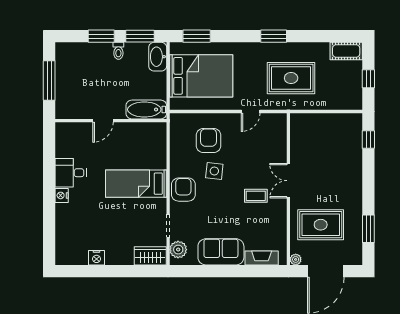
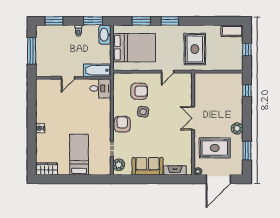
window: (101, 36) -> (54, 21), moved
window: (197, 36) -> (141, 21), moved
window: (274, 36) -> (170, 21), moved
rug: (291, 78) -> (195, 49), turned 90
armchair: (209, 141) -> (139, 91), turned 90
desk: (71, 173) -> (100, 88), moved, turned 180
bed: (136, 184) -> (79, 155), moved, turned 90
coffee table: (256, 196) -> (171, 128), removed
plant: (354, 196) -> (237, 128), added
wardrobe: (150, 256) -> (47, 169), moved
nightstand: (97, 258) -> (64, 170), removed

